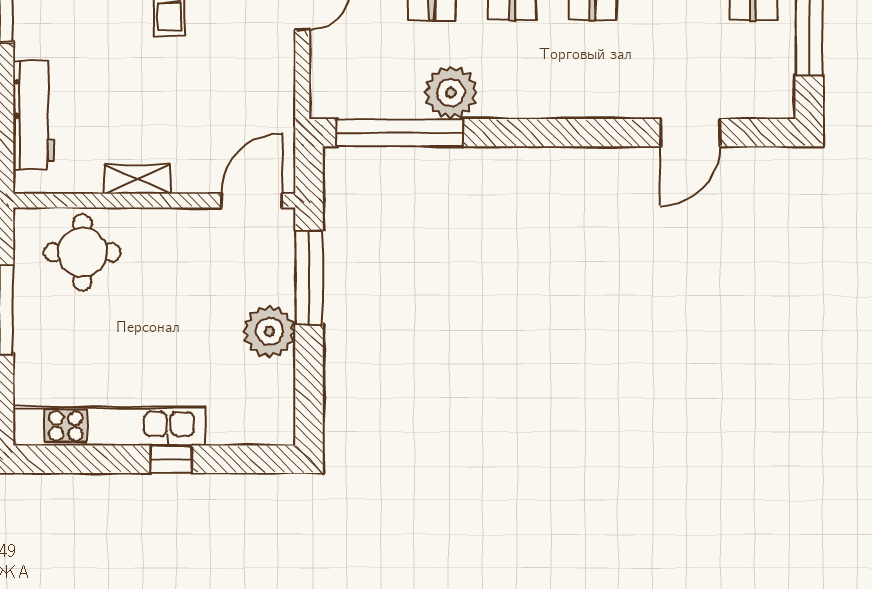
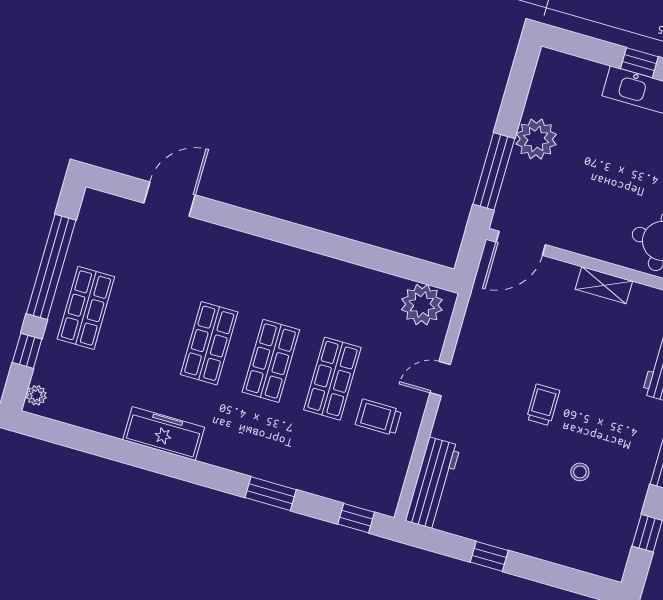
plant: (451, 93) -> (422, 305), moved
window: (399, 133) -> (393, 263), removed

